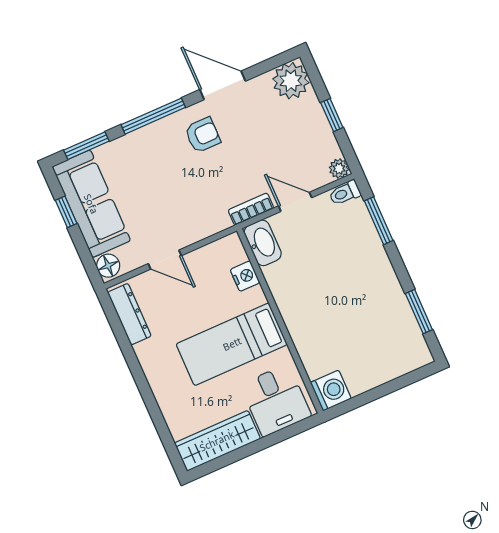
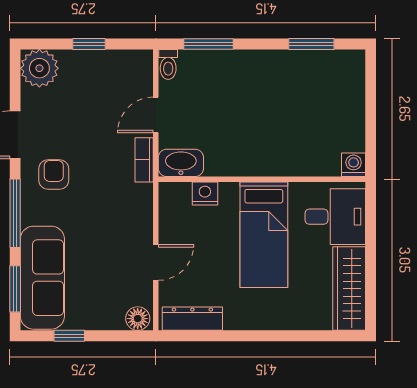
plant: (339, 169) -> (143, 59), removed
sofa: (91, 204) -> (42, 278), moved, turned 90
washing machine: (331, 391) -> (354, 165), width x0.73, depth x0.73

